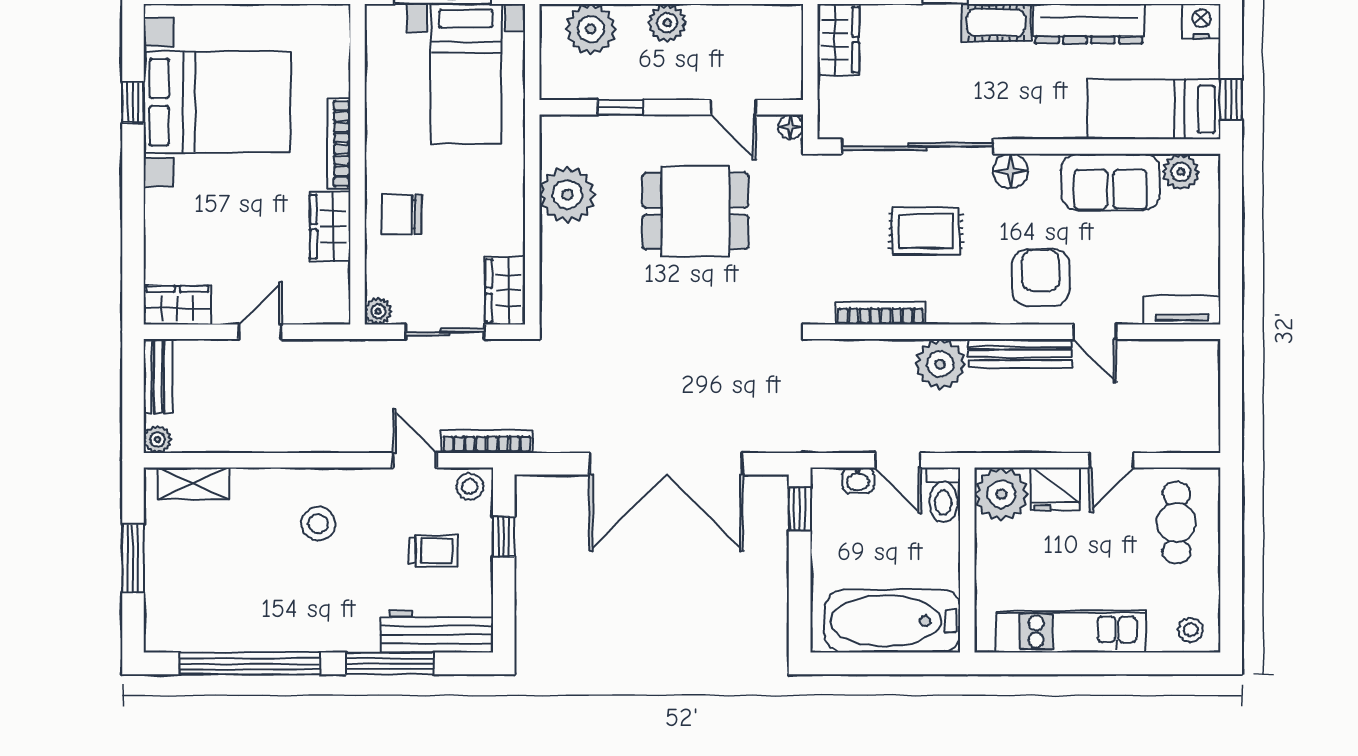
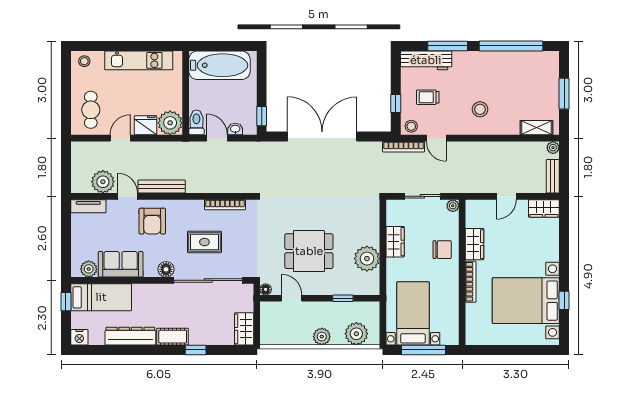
wardrobe: (505, 291) -> (395, 242), moved
plant: (940, 364) -> (103, 182), moved

